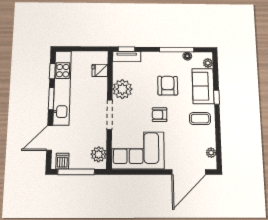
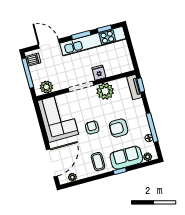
fridge: (100, 70) -> (99, 73), moved
armchair: (168, 86) -> (119, 128), turned 180
door: (189, 172) -> (52, 163), swing flipped

